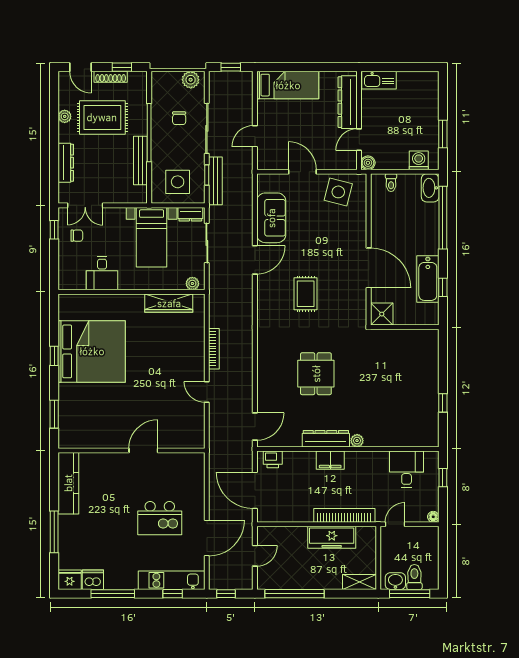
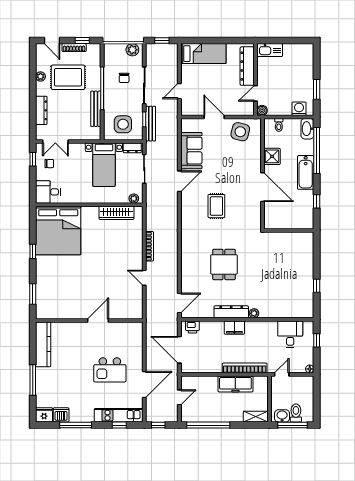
desk: (102, 273) -> (48, 192), moved, turned 90
bathtub: (428, 279) -> (306, 172), moved
shower: (382, 314) -> (272, 156), moved
bed: (92, 351) -> (58, 231), moved, turned 90

